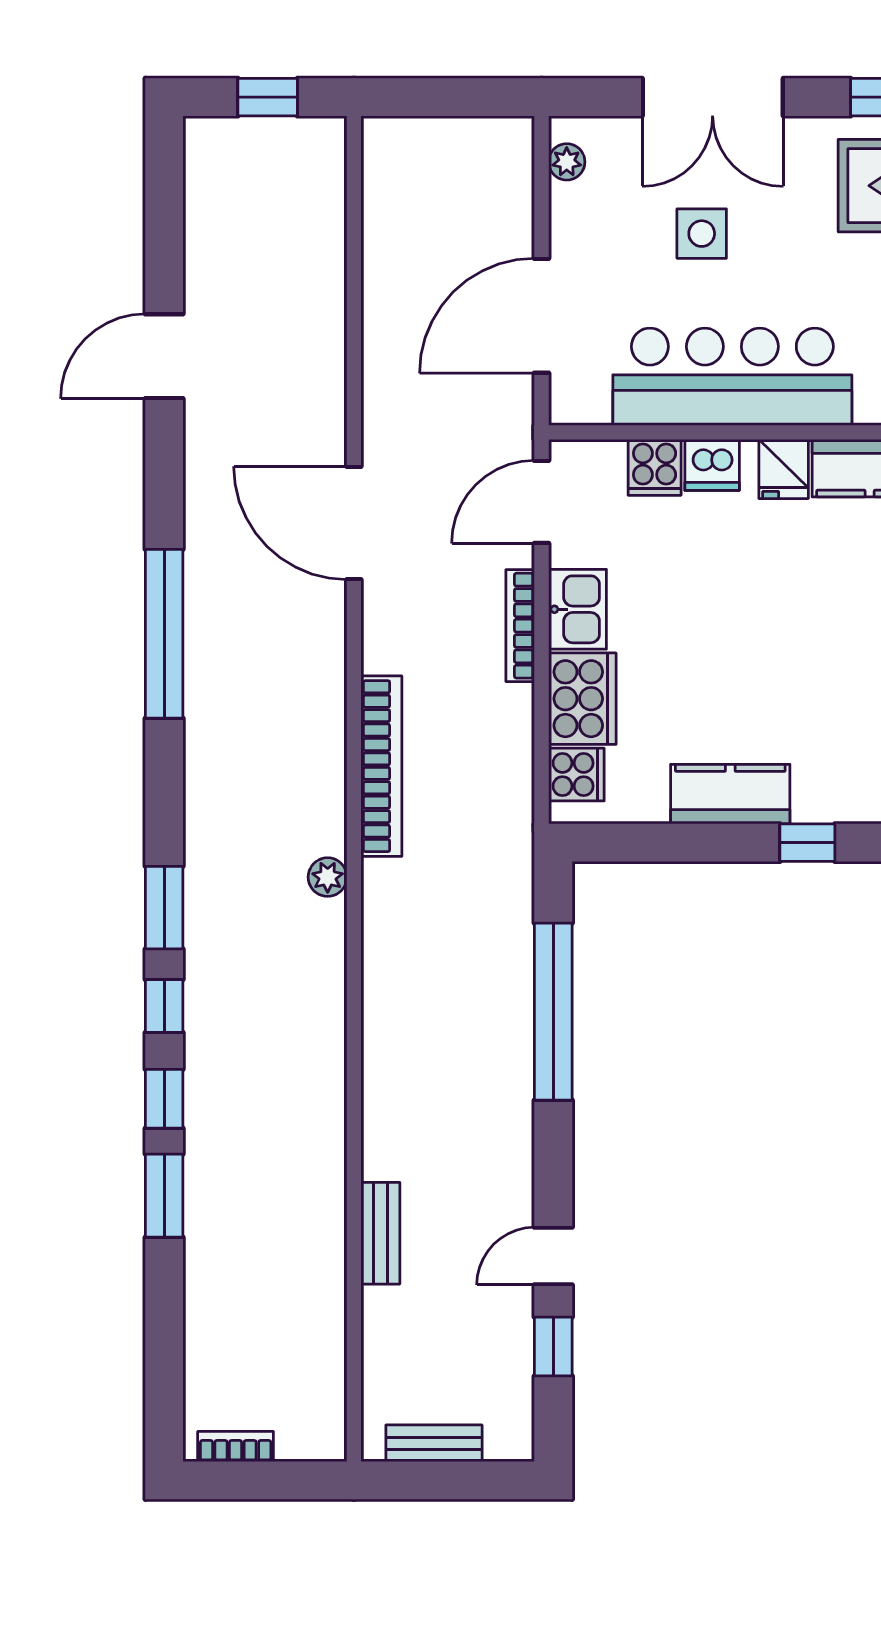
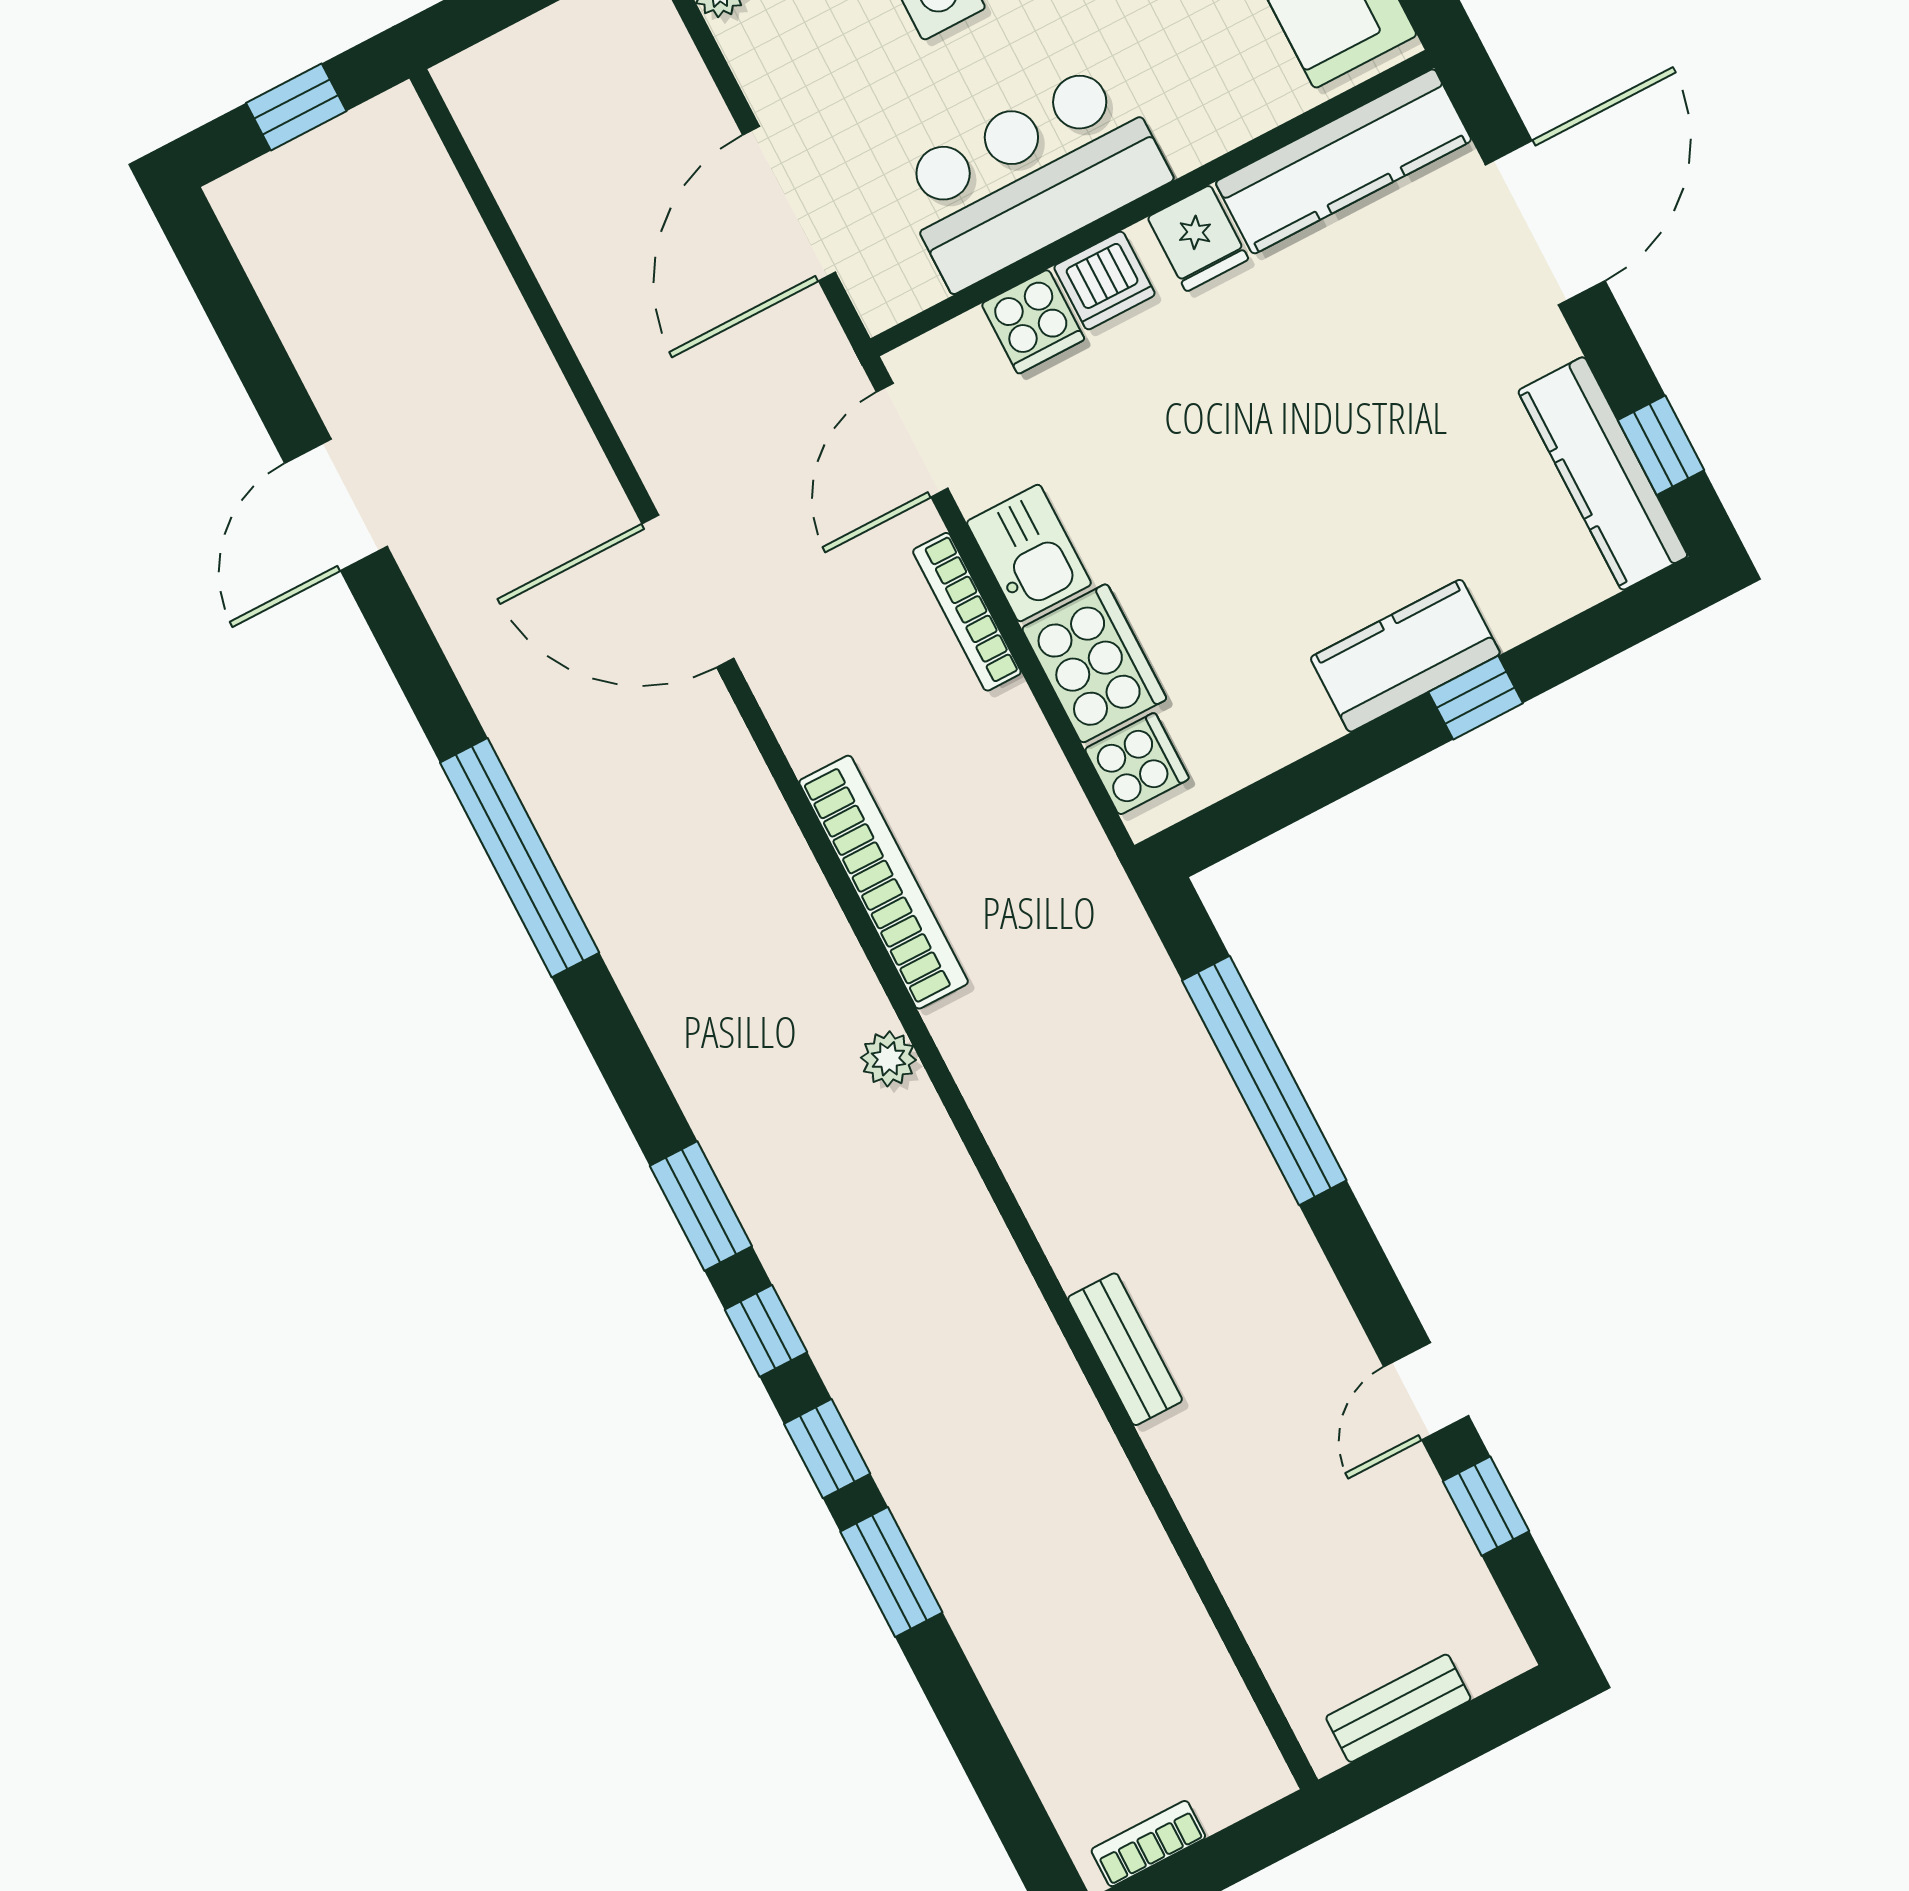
bar counter: (732, 377) -> (1031, 176), width x0.73
kitchen counter: (730, 794) -> (1405, 656), moved
bench: (380, 1233) -> (1125, 1349), moved

